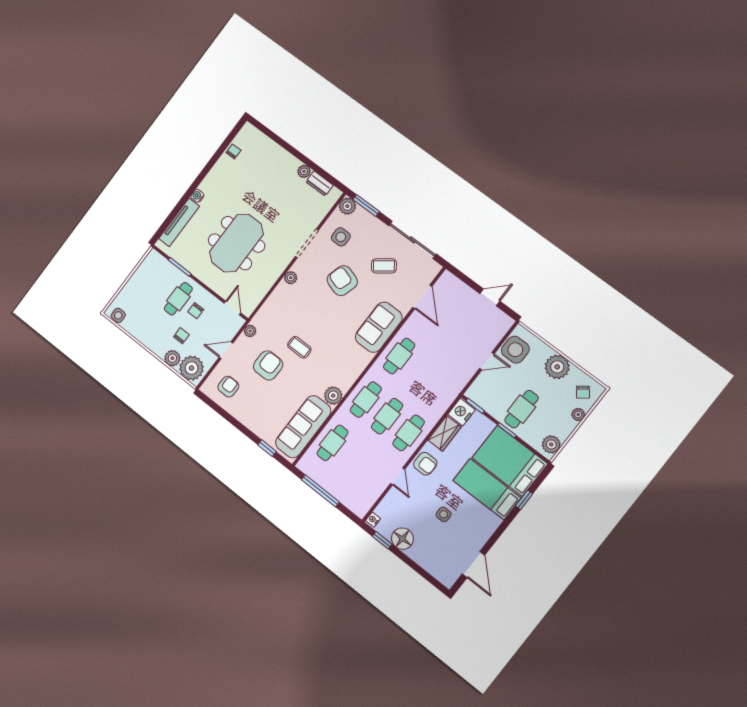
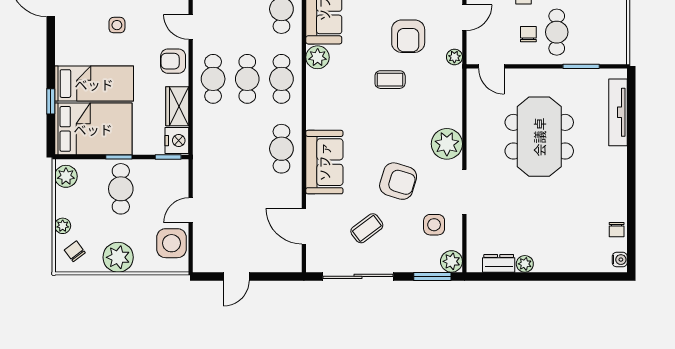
water cooler: (197, 196) -> (620, 260), moved
plant: (291, 278) -> (447, 144), width x1.88, depth x1.88

